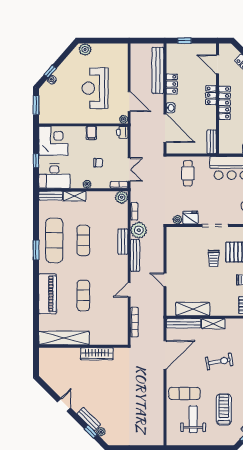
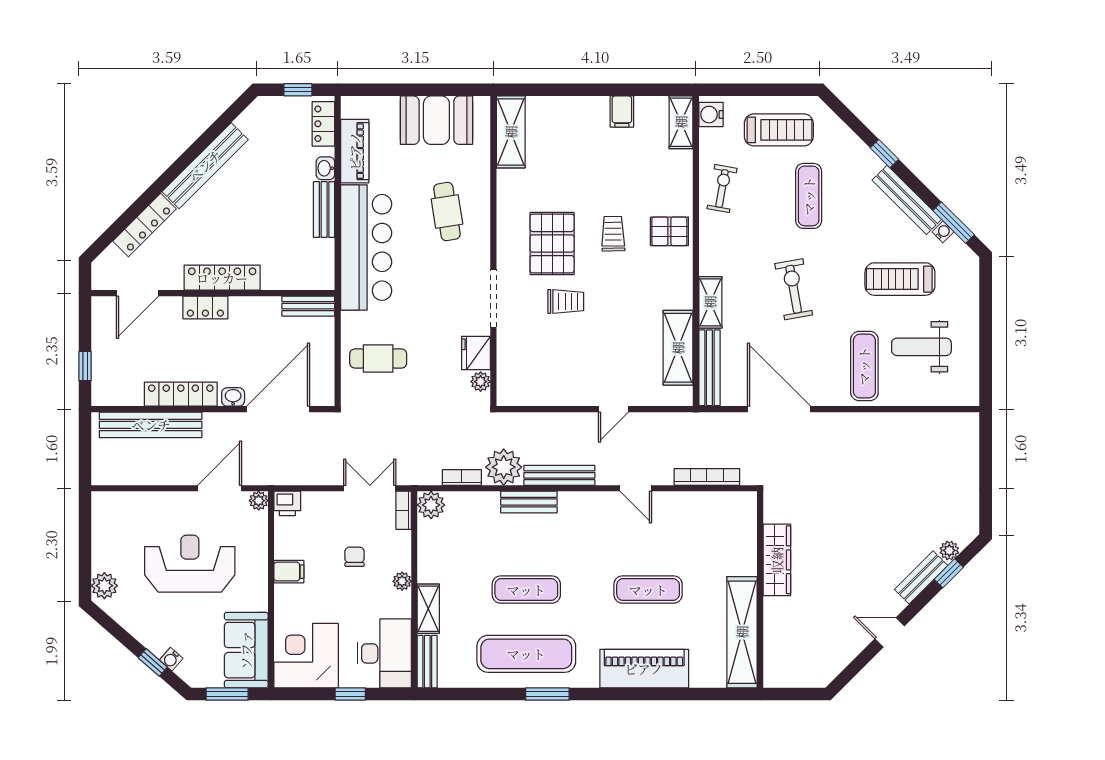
locker: (172, 84) -> (181, 394), width x1.53
reception desk: (95, 88) -> (190, 564), turned 180
sofa: (56, 114) -> (246, 650), added

